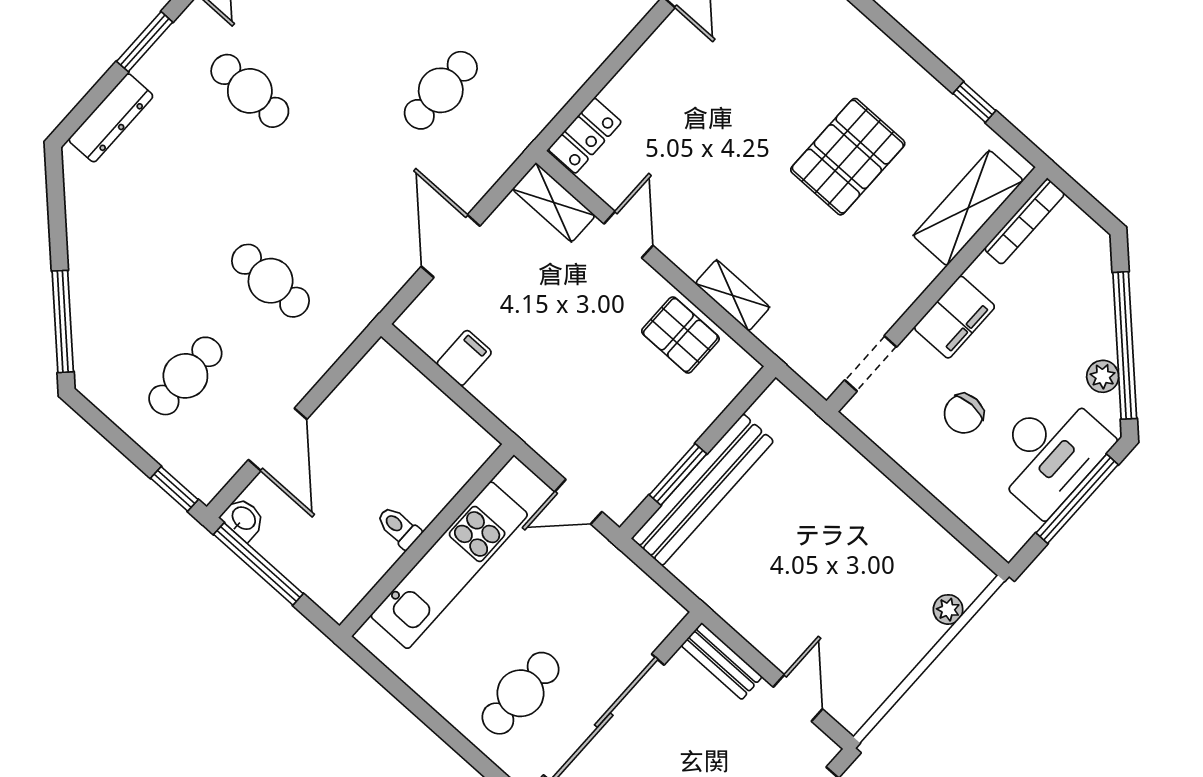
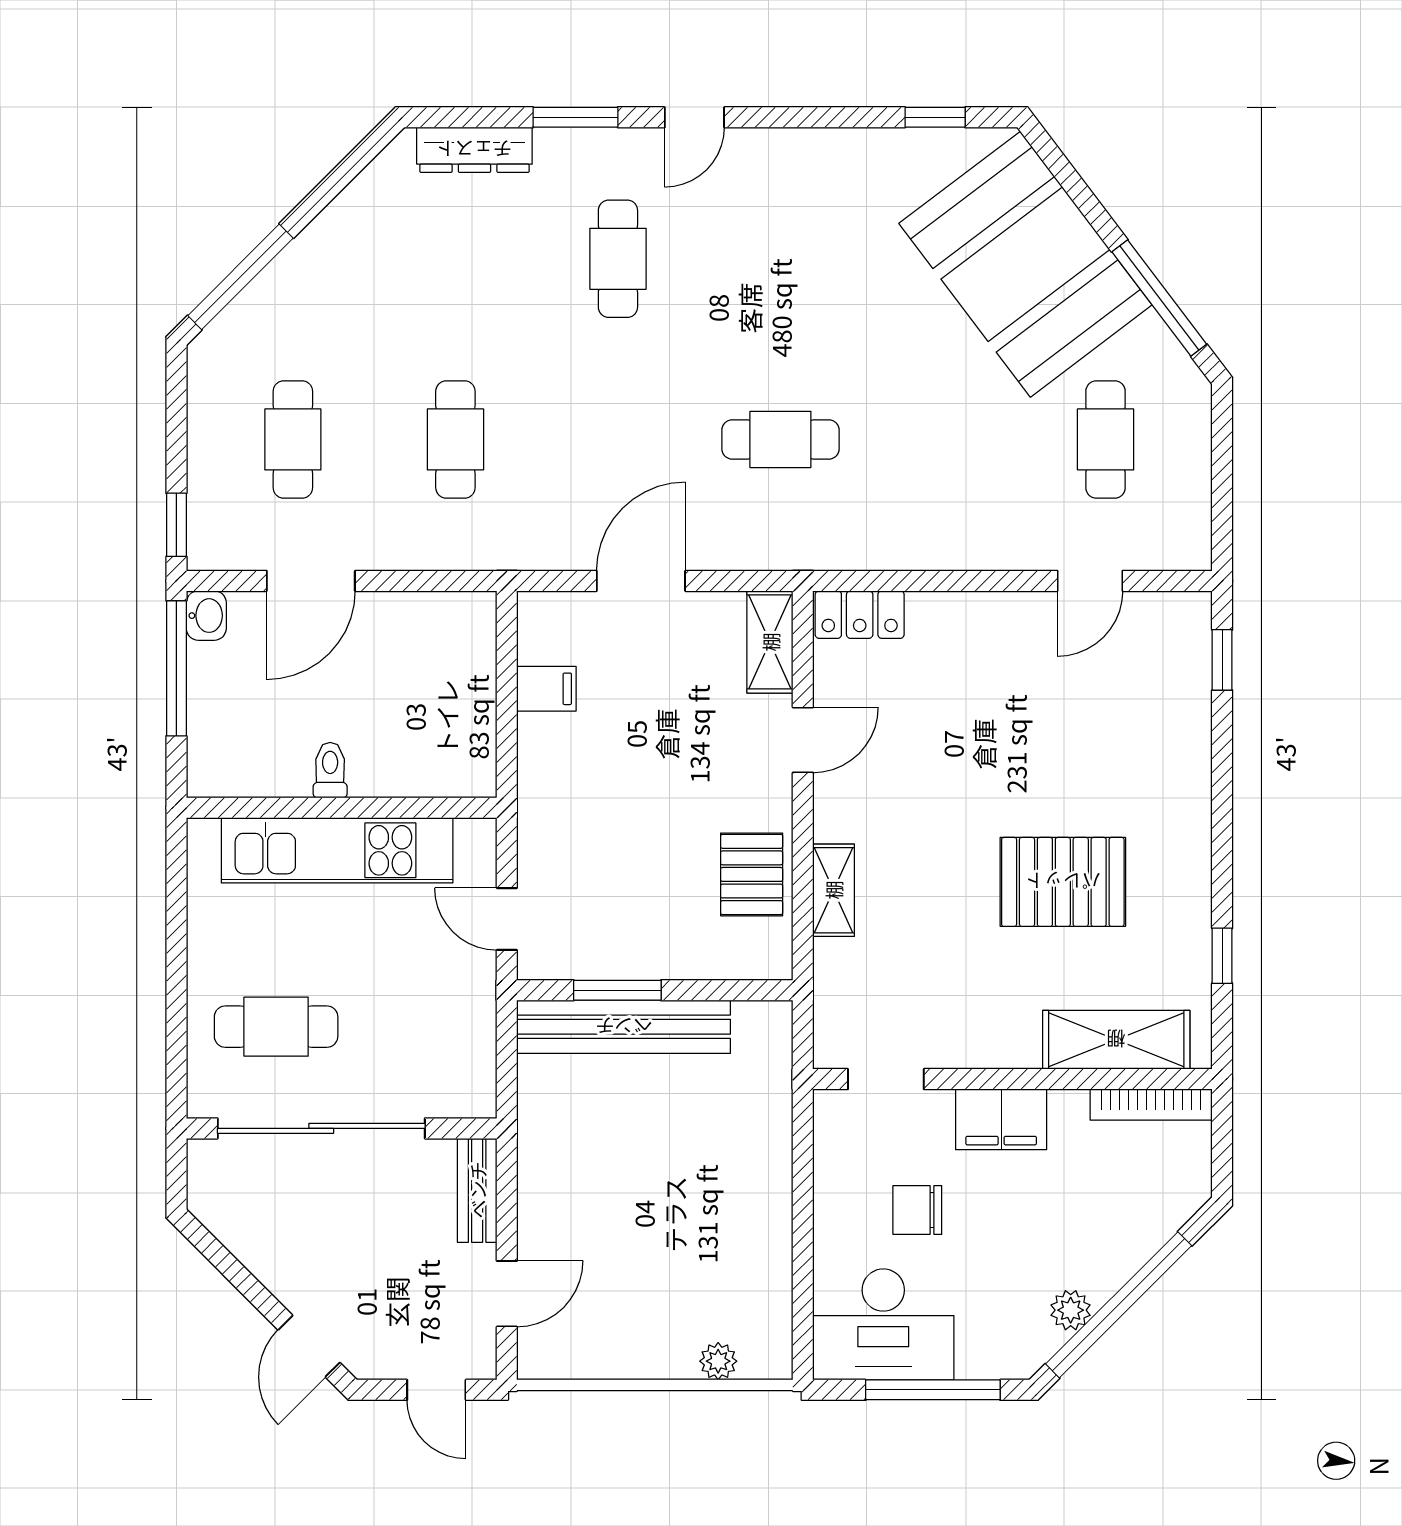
cafe table: (185, 376) -> (293, 439), turned 90
desk: (1050, 453) -> (883, 1324), moved

